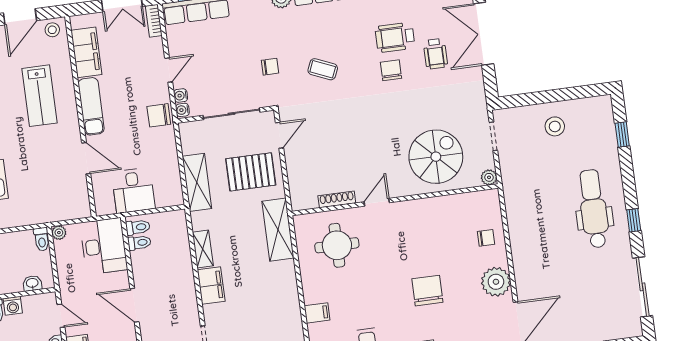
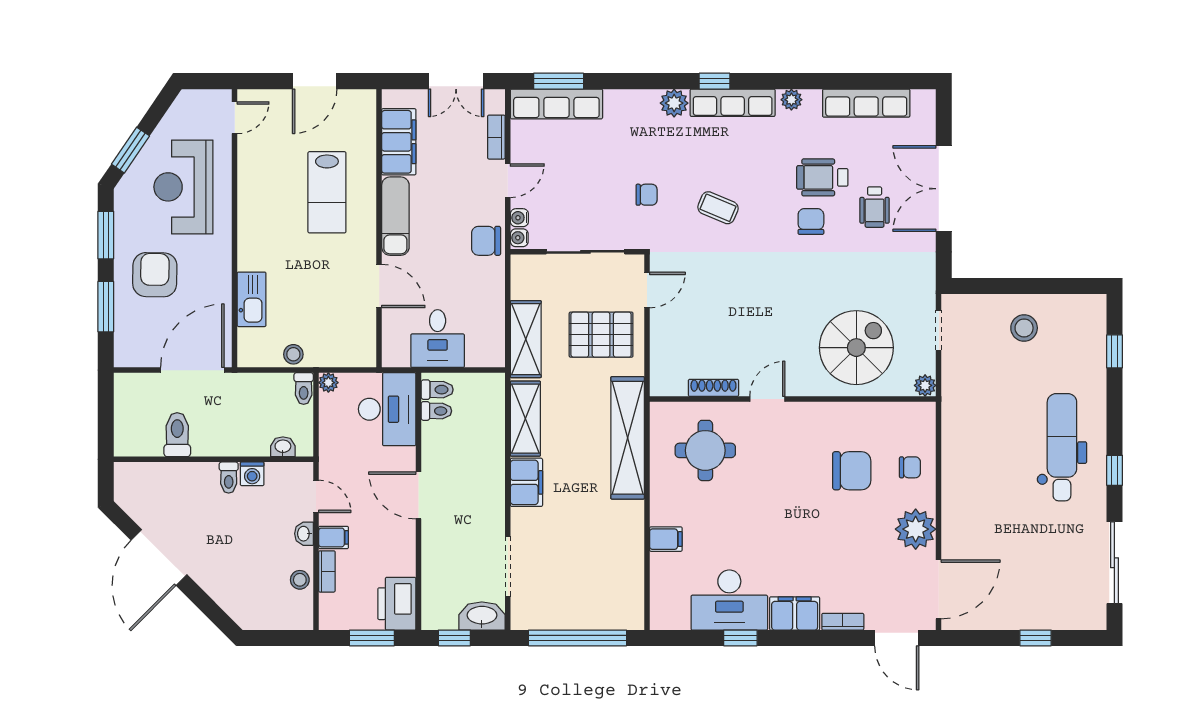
bookcase: (154, 21) -> (496, 137), moved
stool: (52, 30) -> (293, 354), moved
shelving: (278, 230) -> (628, 438), width x1.47
shelving: (203, 249) -> (525, 419), width x1.50, depth x1.33
chair: (427, 291) -> (852, 471), moved, turned 90

